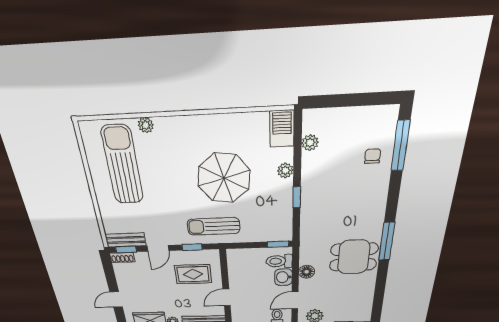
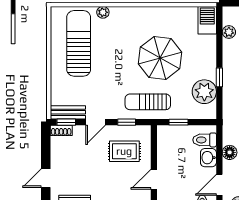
plant: (285, 170) -> (204, 92), moved, width x1.87, depth x1.87
window: (278, 244) -> (179, 122), moved

